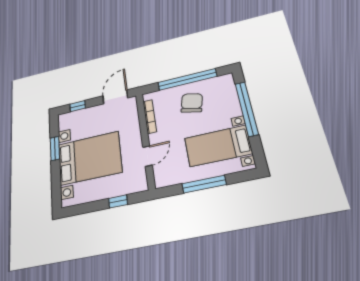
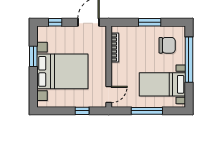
window: (187, 79) -> (150, 22), width x0.47
chair: (192, 103) -> (167, 45), moved, turned 77
door: (147, 156) -> (109, 94), moved

